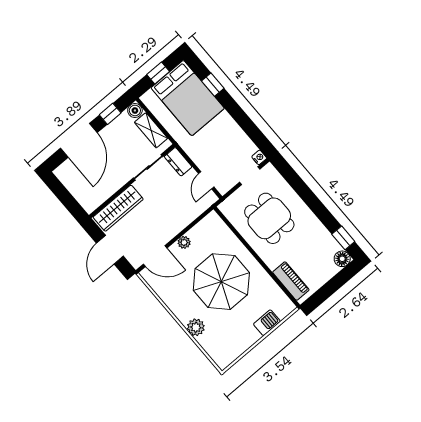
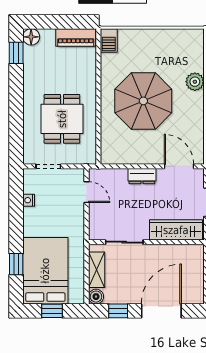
nightstand: (259, 157) -> (29, 200), moved
dresser: (178, 162) -> (142, 176), moved, turned 90
door: (206, 180) -> (86, 192), hinge flipped
plant: (184, 242) -> (146, 158), removed
piano: (291, 281) -> (76, 37), moved, turned -90
barbecue: (267, 323) -> (109, 40), moved, turned -90

